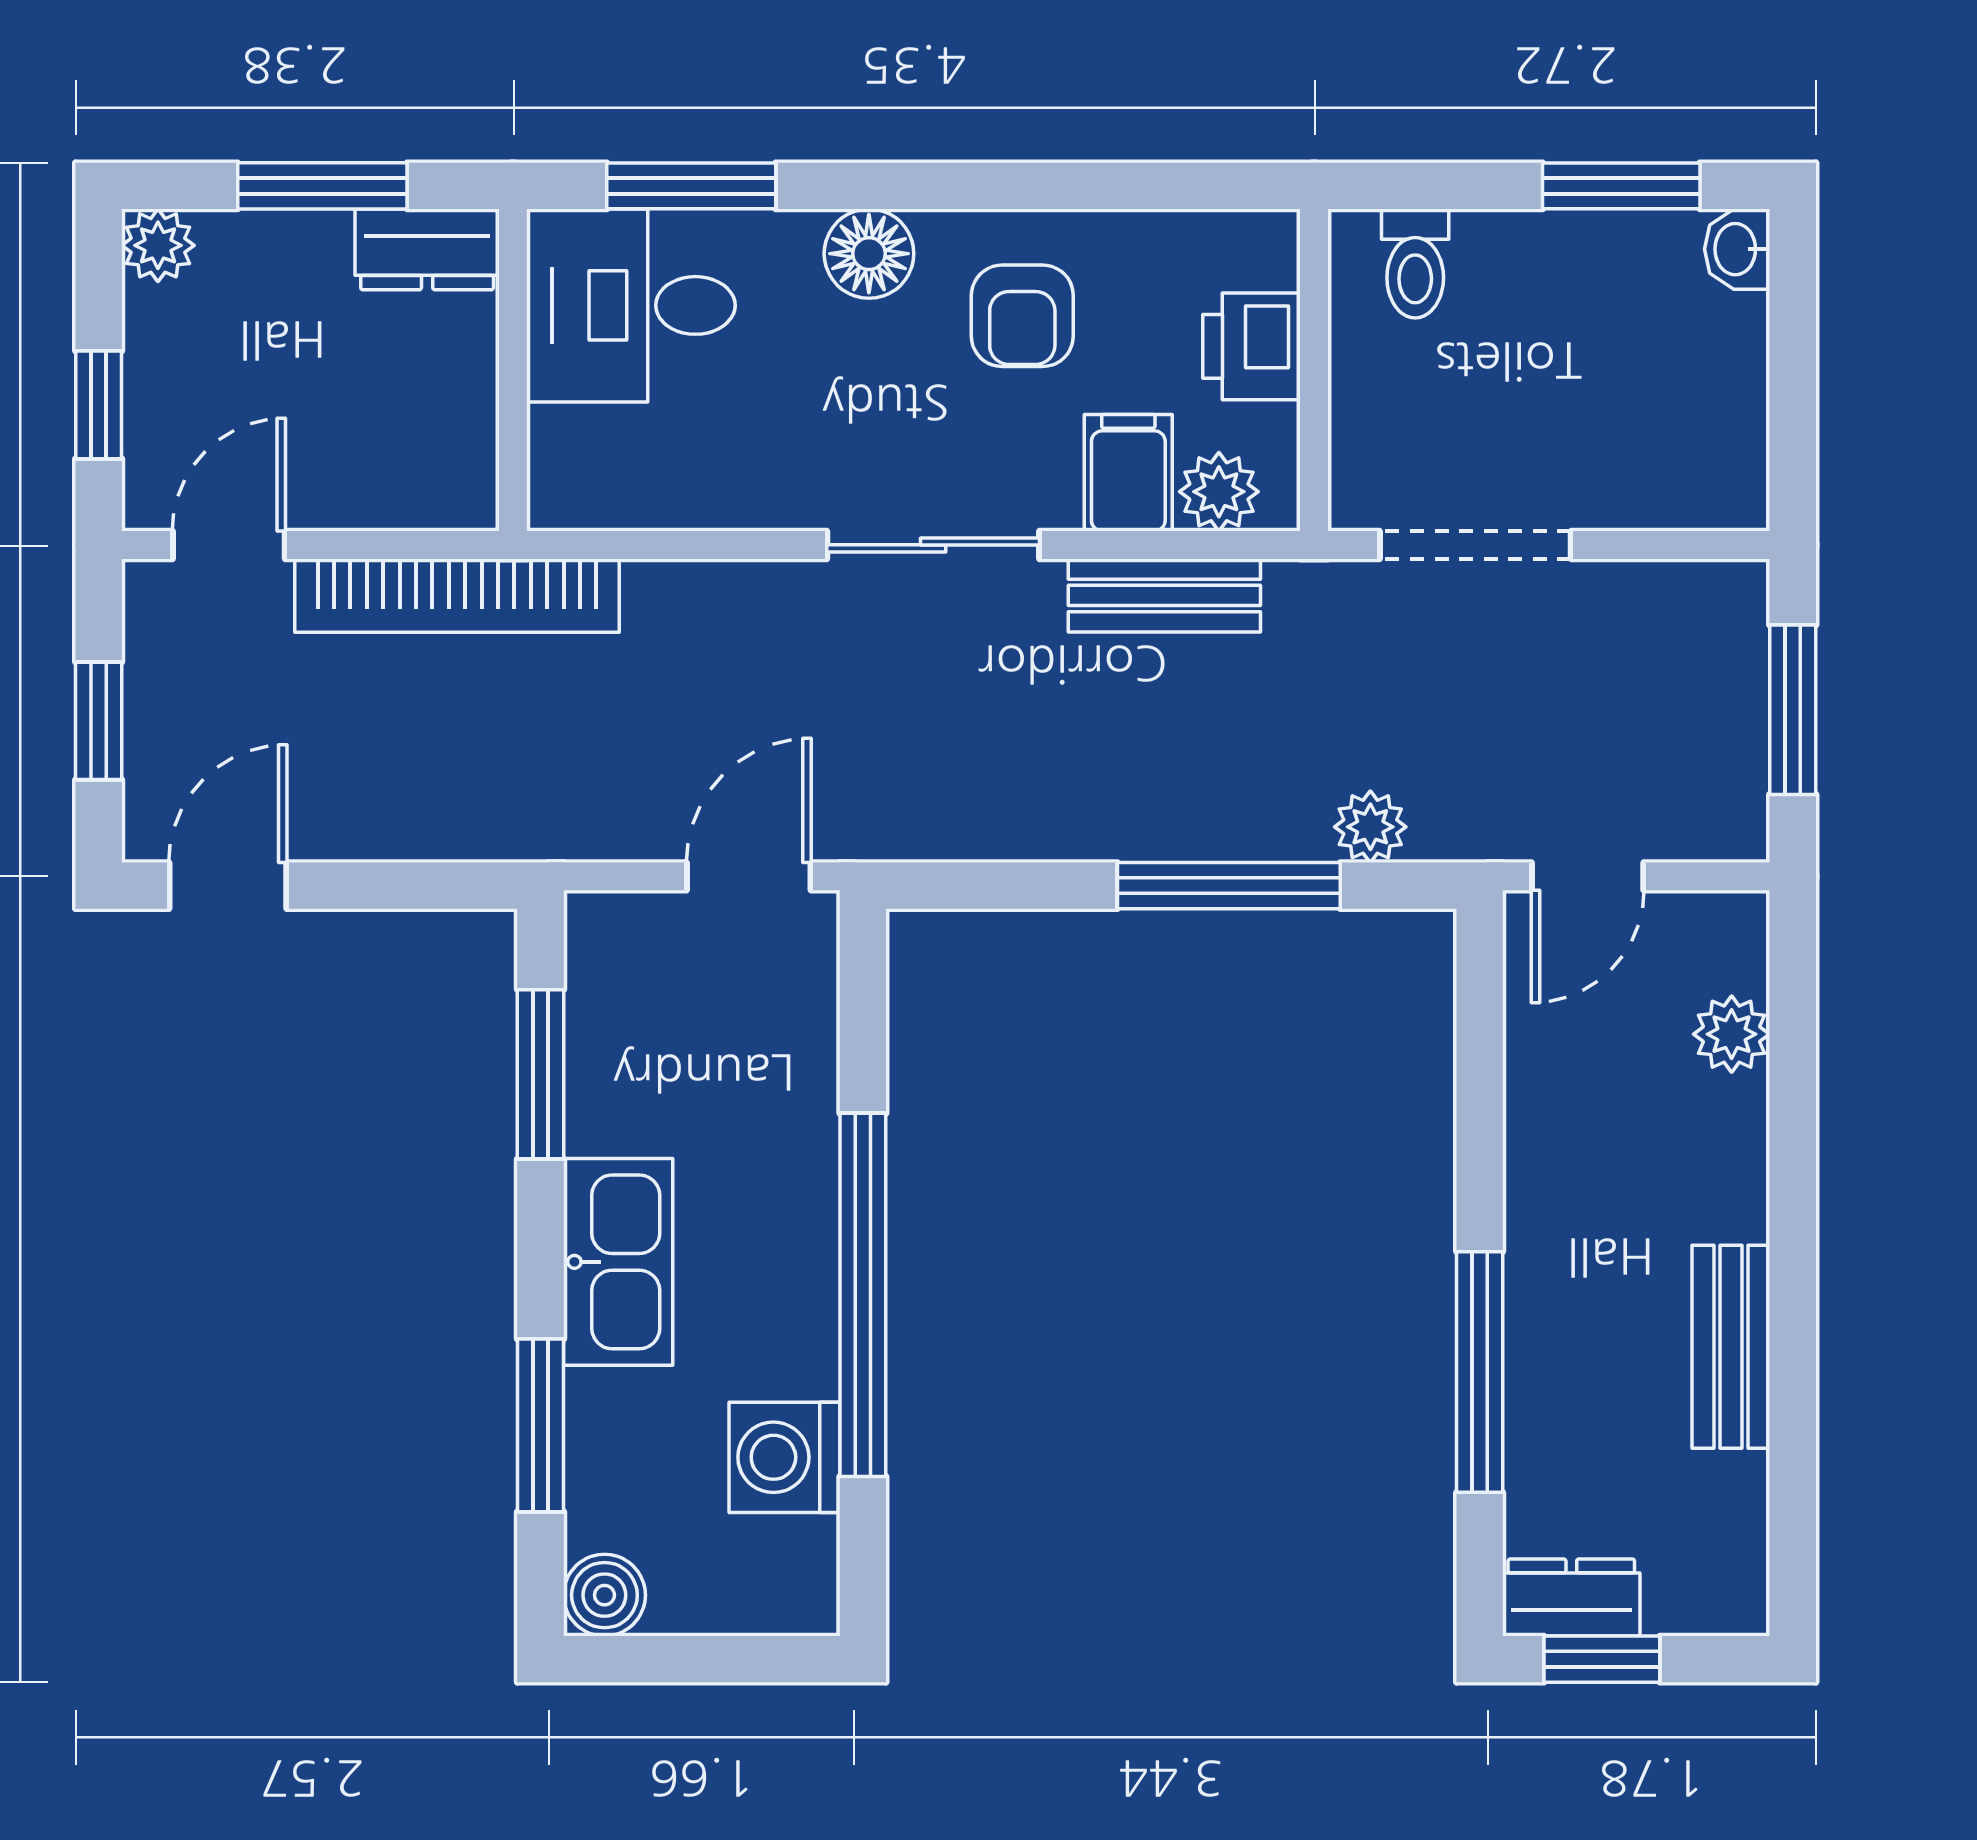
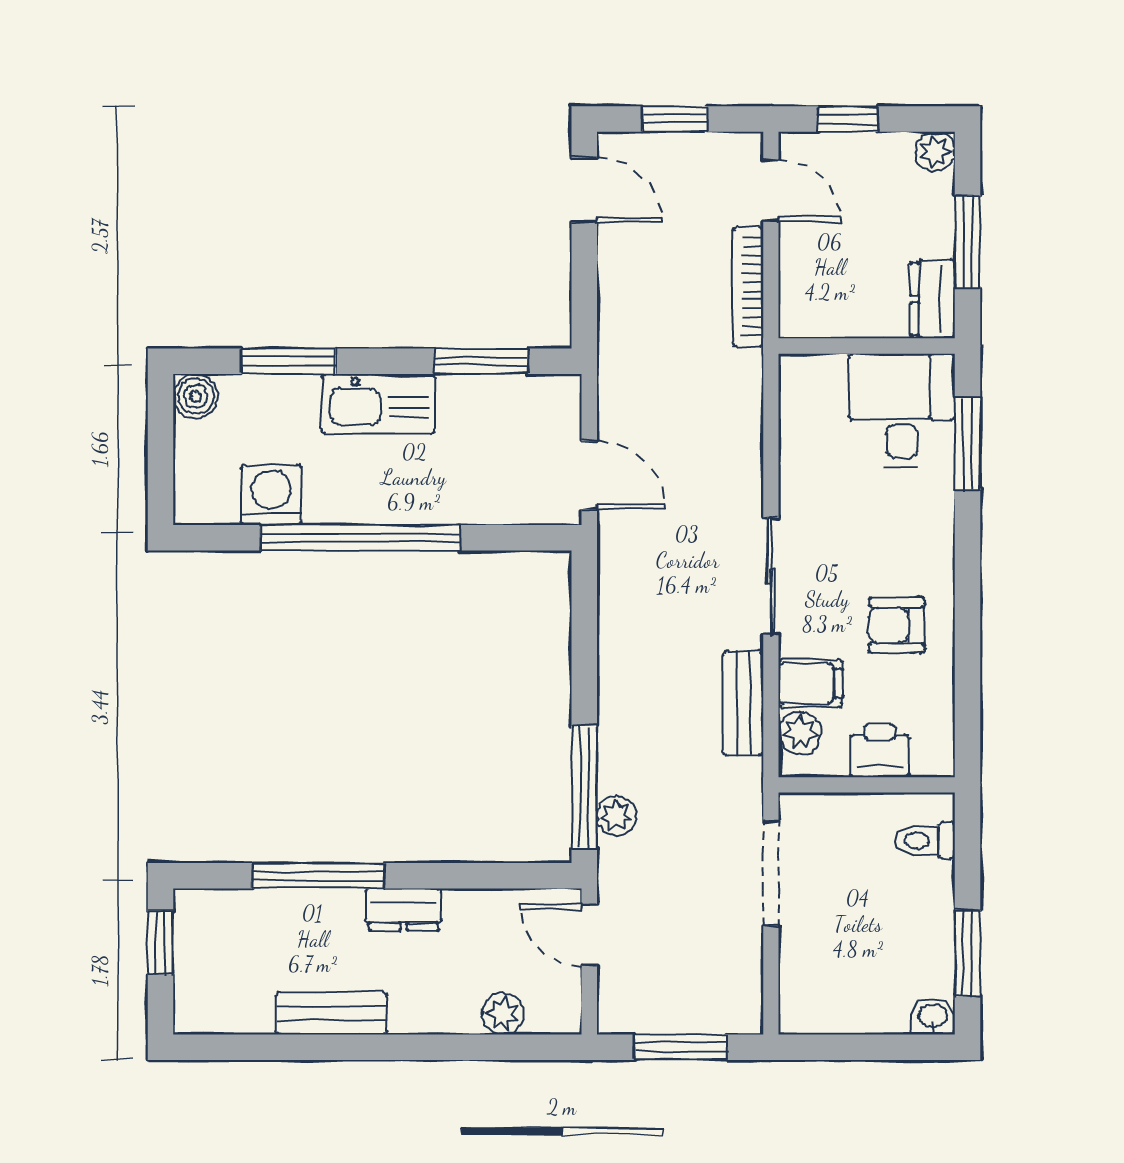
floor lamp: (869, 254) -> (930, 541), removed
bookcase: (457, 596) -> (748, 287), width x0.68, depth x0.76
window: (1229, 886) -> (584, 787), moved
dresser: (1571, 1597) -> (404, 909), moved, turned 90

